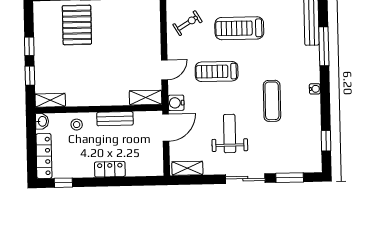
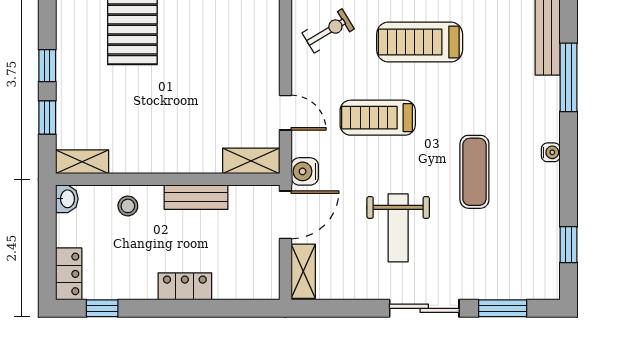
door: (164, 70) -> (285, 113), hinge flipped
weight bench: (230, 134) -> (398, 228), turned 180
locker: (44, 156) -> (69, 274), width x0.66
shelving: (187, 168) -> (303, 271), moved, turned 90

